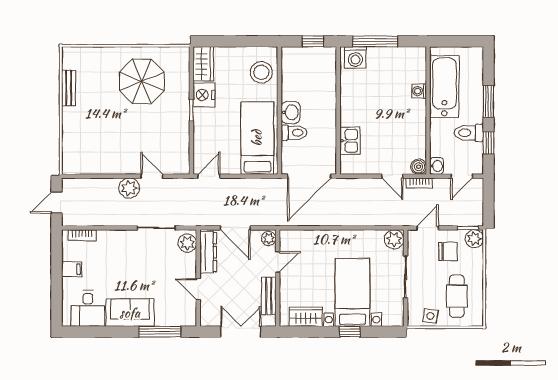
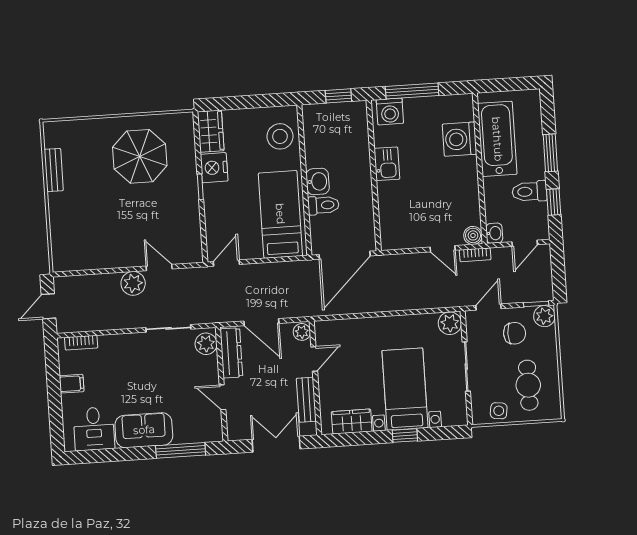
washing machine: (419, 91) -> (459, 139), width x1.89, depth x1.89
kitchen sink: (350, 141) -> (387, 164), moved

